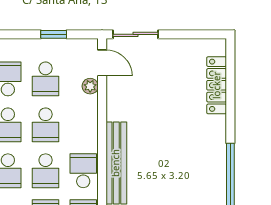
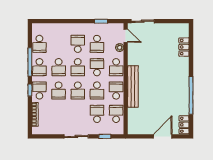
locker: (217, 85) -> (184, 47), width x0.66
school desk: (46, 125) -> (97, 67), turned 180
school desk: (83, 125) -> (116, 67), added

